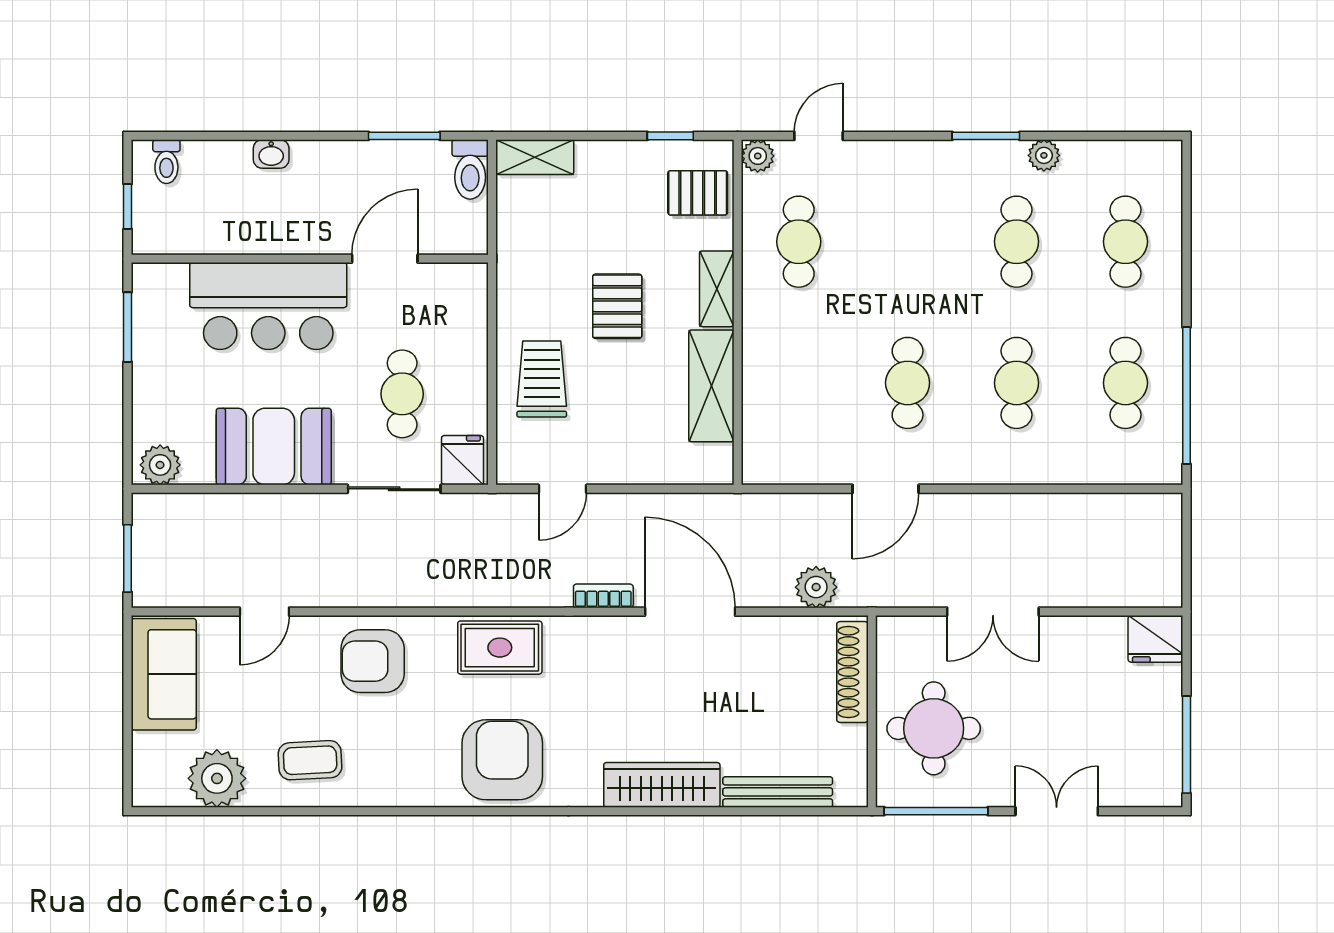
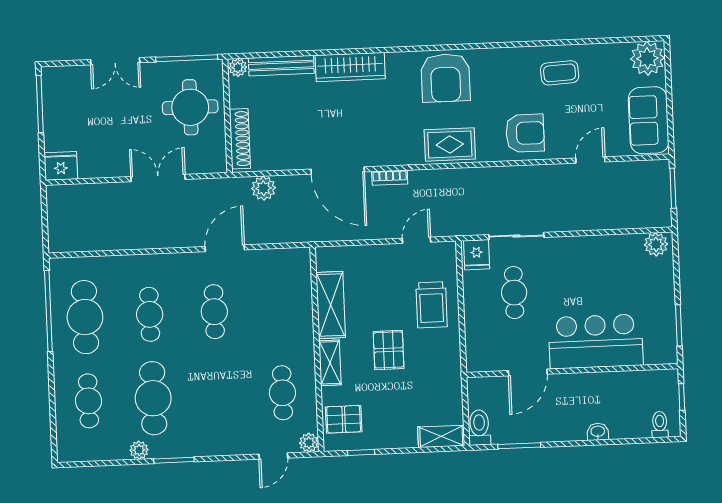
cafe table: (1017, 242) -> (153, 398), width x1.37, depth x1.35
cafe table: (1125, 383) -> (85, 317), width x1.37, depth x1.35
booth: (274, 446) -> (589, 258), removed
plant: (217, 778) -> (647, 58), moved
plant: (851, 792) -> (238, 67), added

